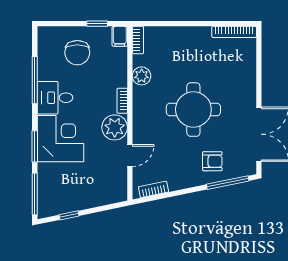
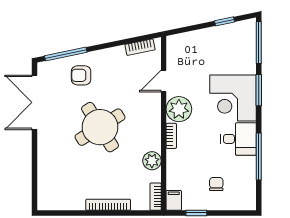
bookcase: (234, 32) -> (108, 205), moved
chair: (77, 53) -> (216, 184), width x0.54, depth x0.54
round table: (193, 110) -> (100, 127), turned -32

